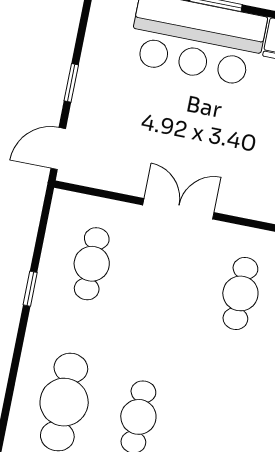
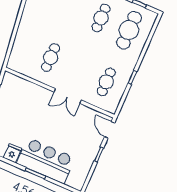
door: (58, 149) -> (110, 130), swing flipped

